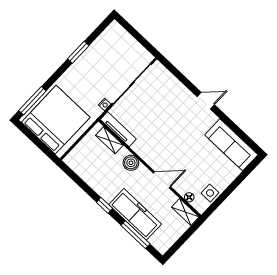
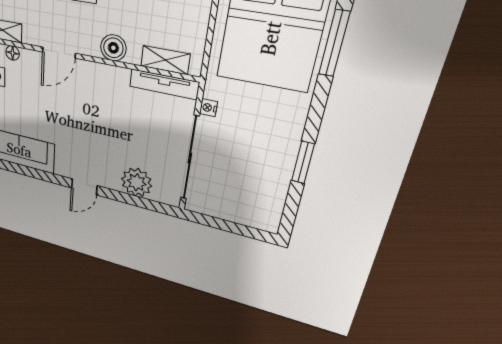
plant: (171, 87) -> (137, 182), added

